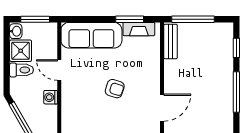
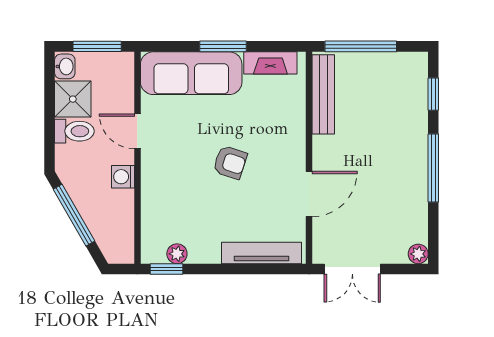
window: (130, 19) -> (223, 46), moved
bench: (171, 42) -> (323, 94), width x1.36

